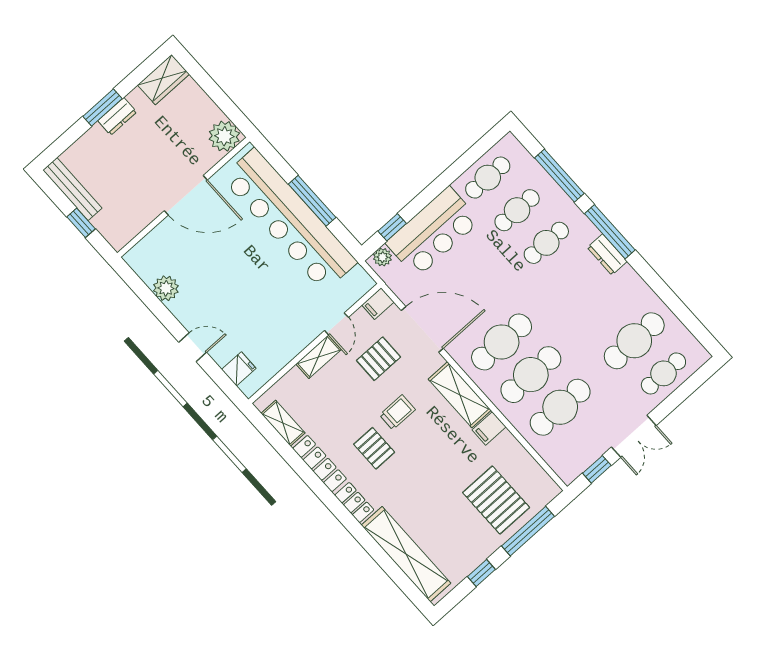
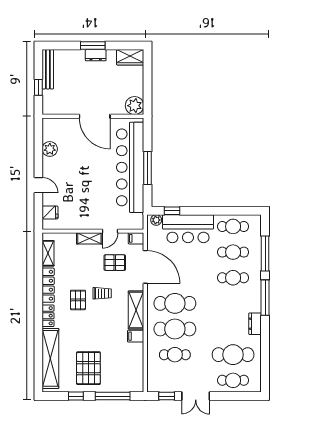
dresser: (607, 255) -> (255, 324), moved
cafe table: (560, 407) -> (175, 355), width x0.73, depth x0.74
pallet: (496, 500) -> (88, 368), moved

